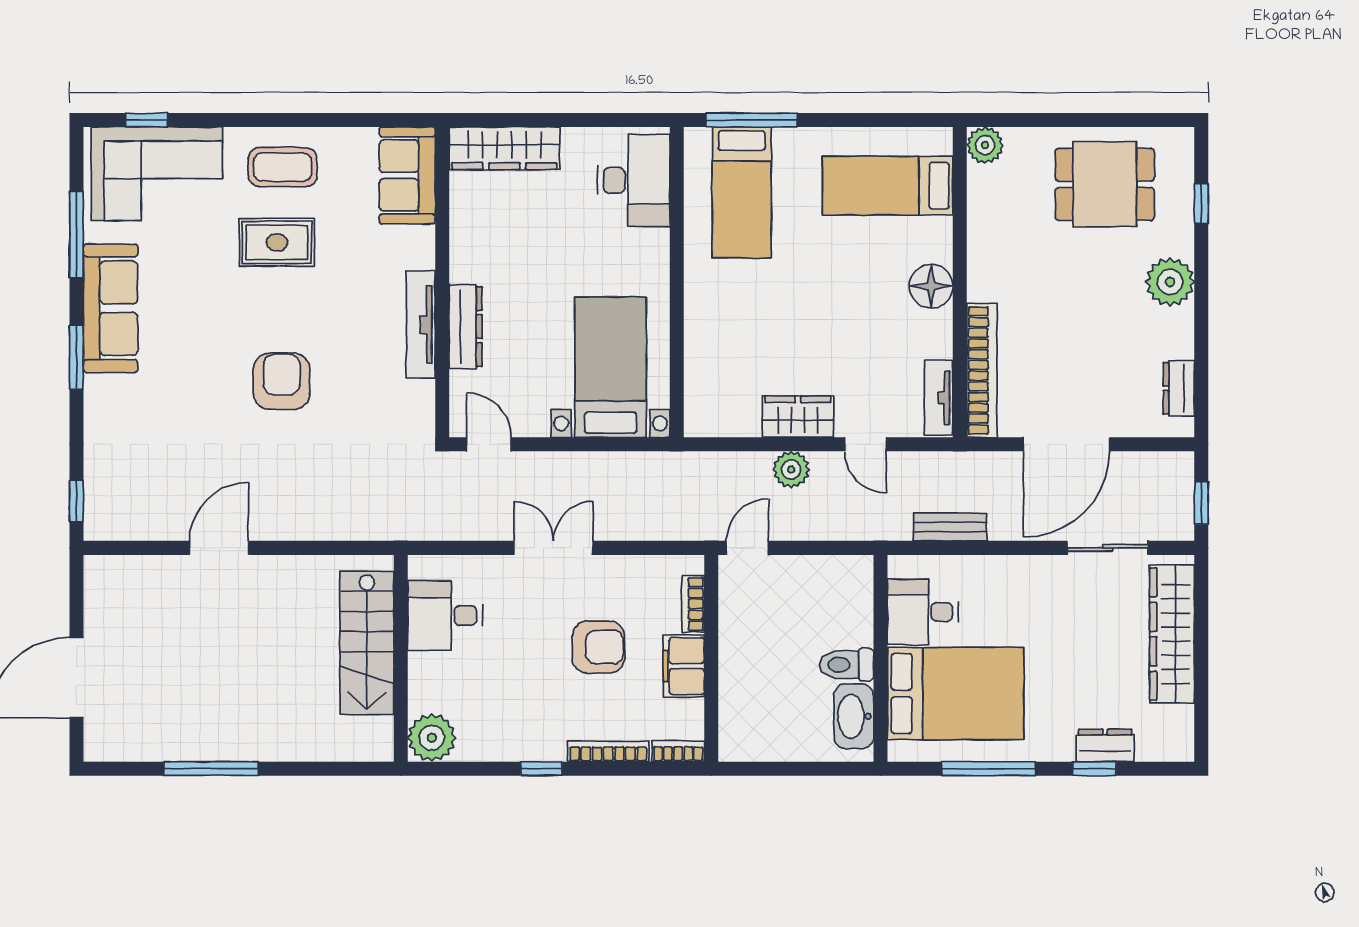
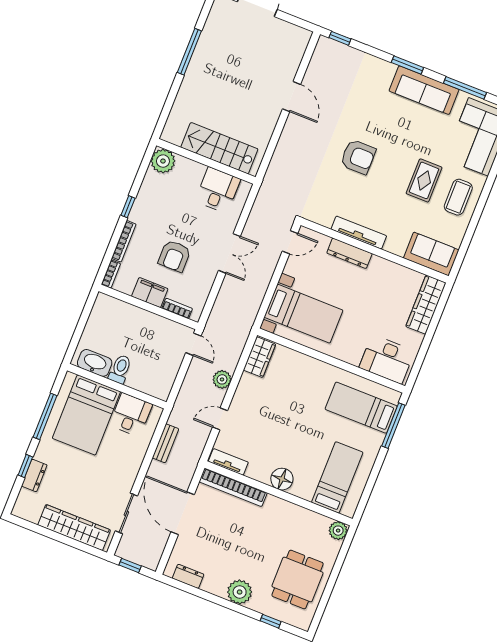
wardrobe: (798, 417) -> (259, 357), moved

